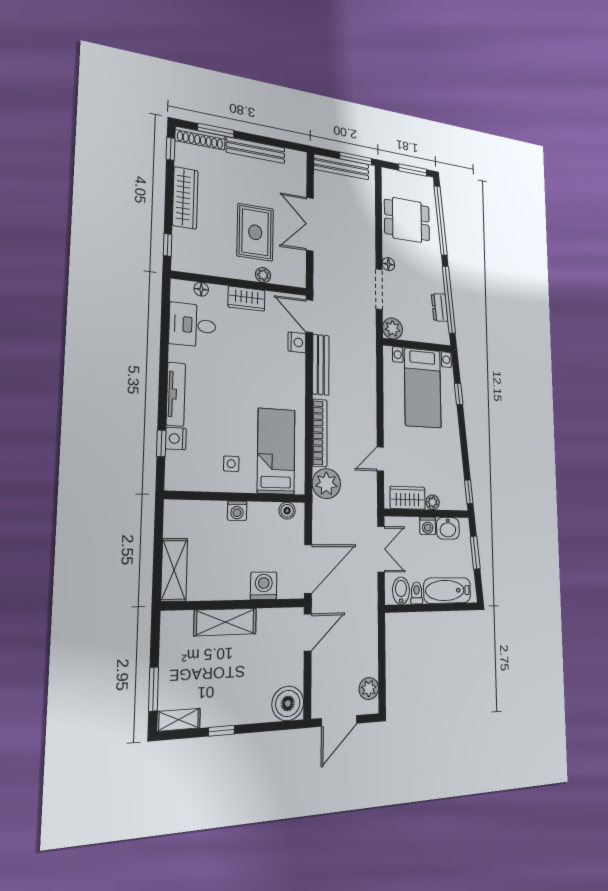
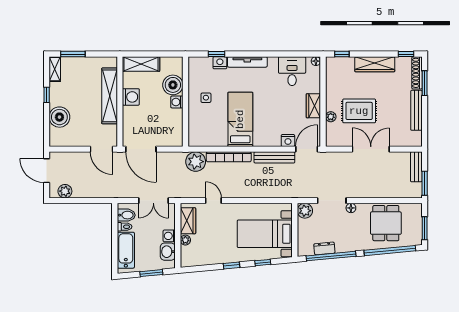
bench: (341, 167) -> (416, 167), width x0.73
floor lamp: (201, 289) -> (316, 61), moved
bed: (276, 451) -> (240, 119), moved, turned -90
window: (469, 492) -> (232, 265), moved
boiler: (287, 511) -> (173, 85), moved, width x1.86, depth x1.86
washing machine: (264, 586) -> (131, 97), moved
shelving: (225, 622) -> (110, 96), width x1.47
boiler: (288, 703) -> (59, 117), moved

